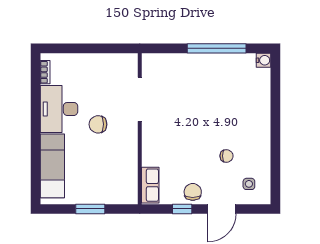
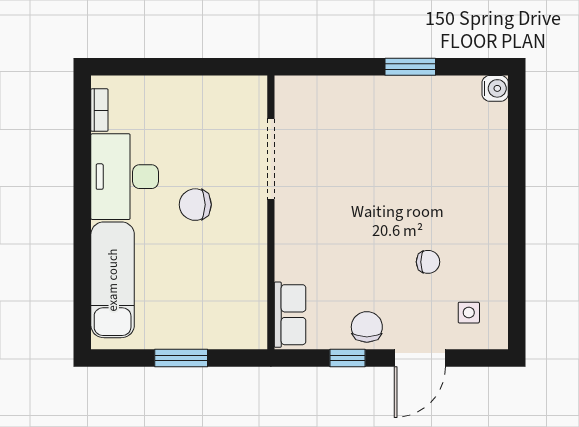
window: (217, 48) -> (410, 67), width x0.47

